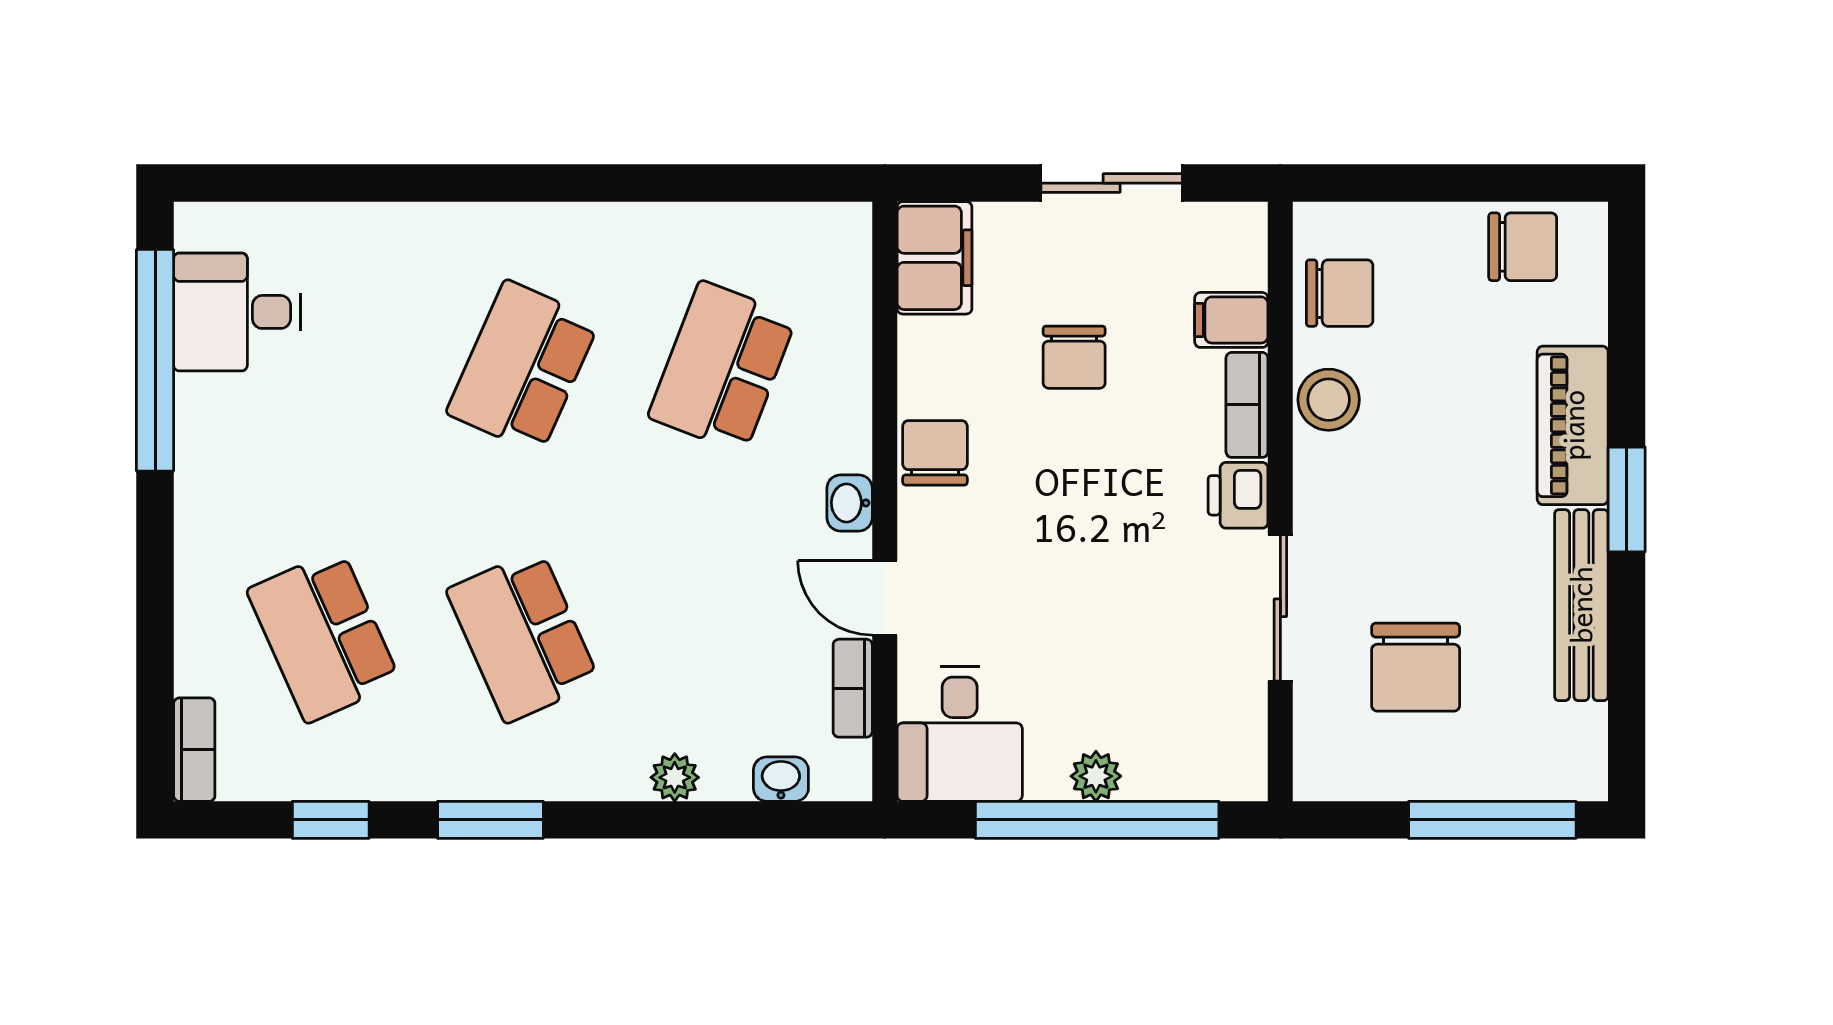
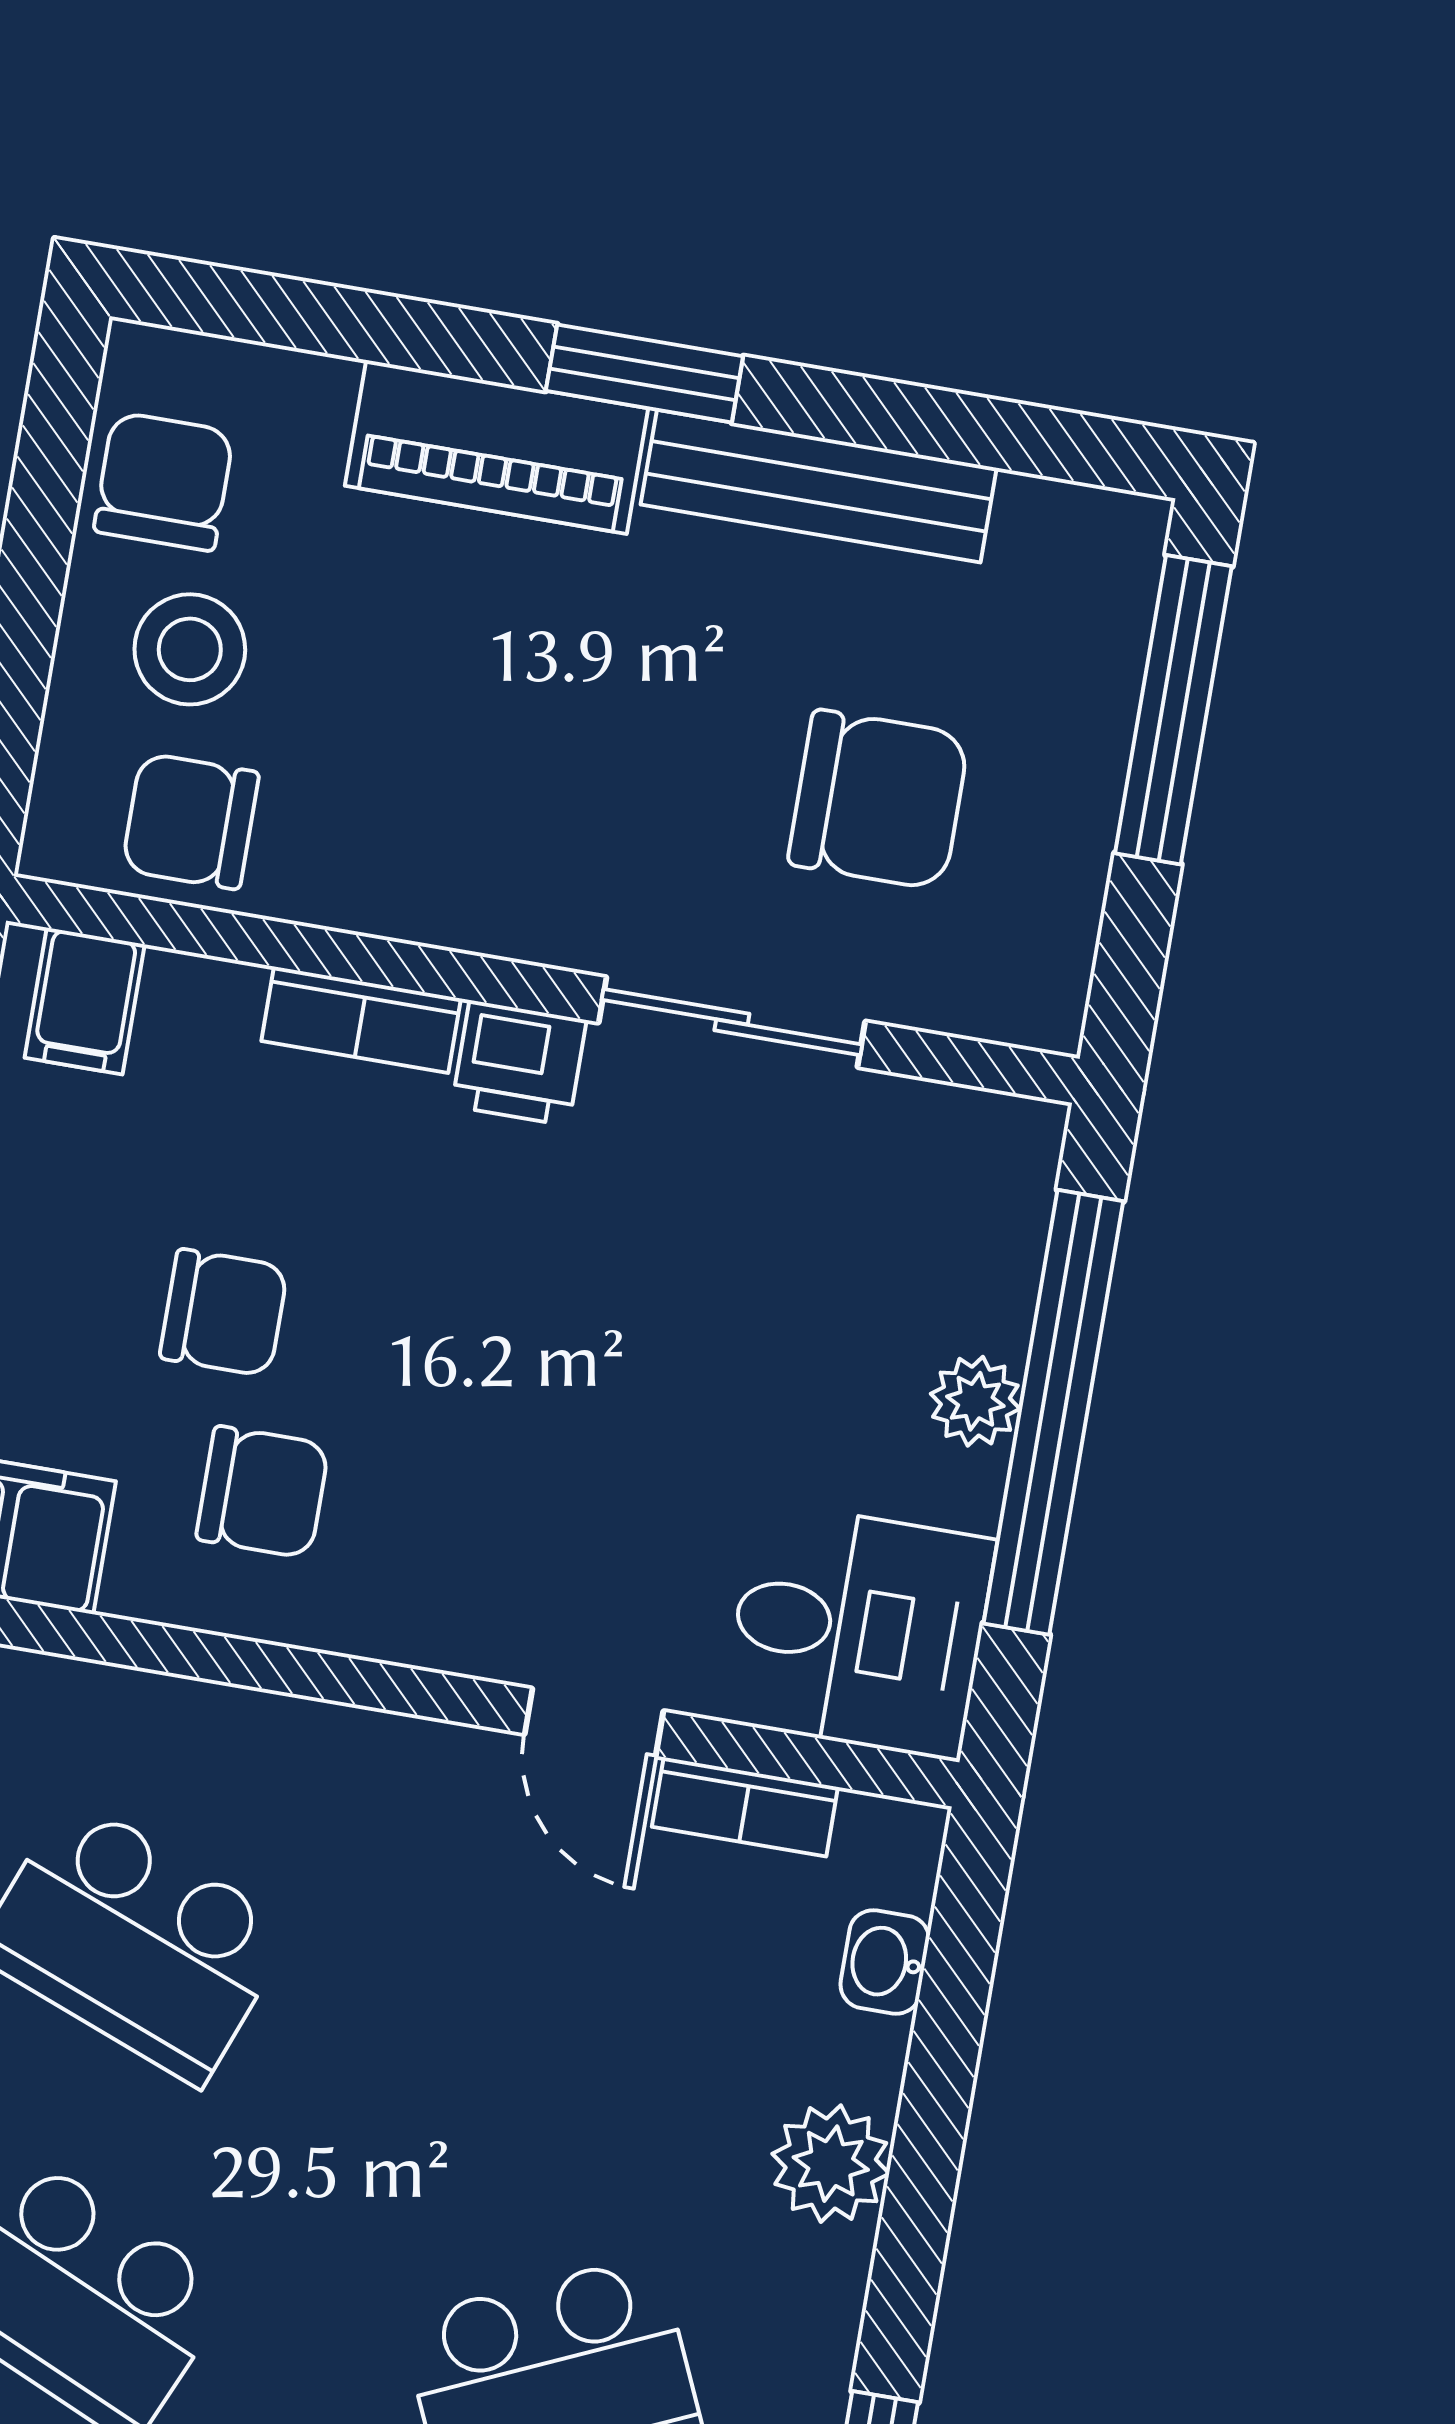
chair: (1340, 293) -> (190, 821), turned -90
filing cabinet: (1231, 320) -> (85, 1001), moved
stool: (1329, 400) -> (190, 649), moved
chair: (935, 453) -> (263, 1492), moved, turned 180
washbasin: (850, 503) -> (415, 1756), removed
door: (885, 598) -> (594, 1723), hinge flipped
plant: (675, 777) -> (831, 2164), width x1.38, depth x1.38

